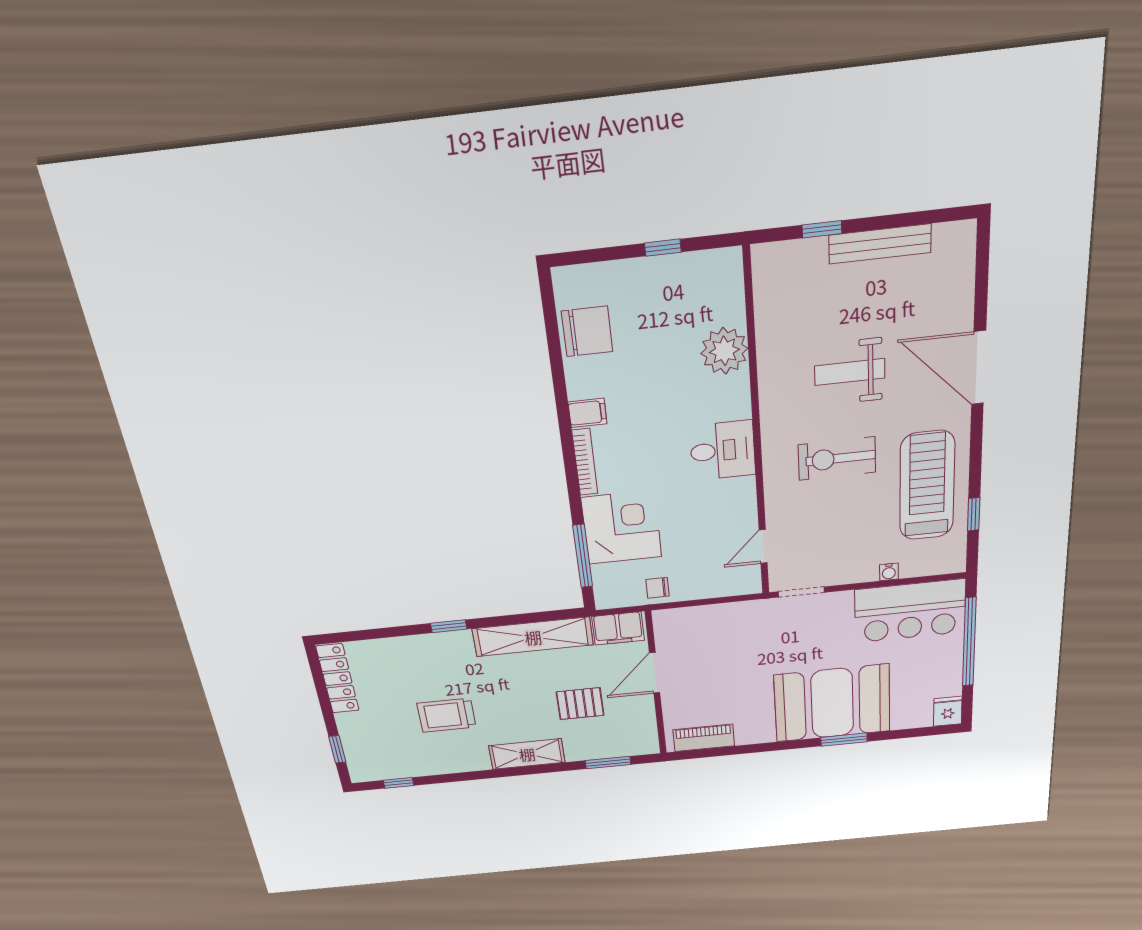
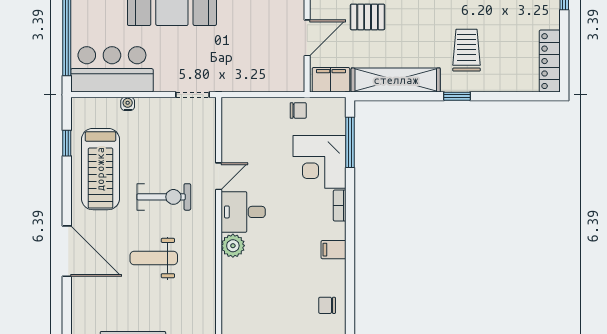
chair: (587, 331) -> (327, 305), width x0.54, depth x0.54
plant: (724, 351) -> (233, 246), moved, width x0.73, depth x0.73
weight bench: (850, 372) -> (154, 258), turned 180
bookcase: (585, 462) -> (340, 206), width x0.64
door: (763, 546) -> (219, 176), moved
trolley: (446, 715) -> (466, 50), moved, turned -90

